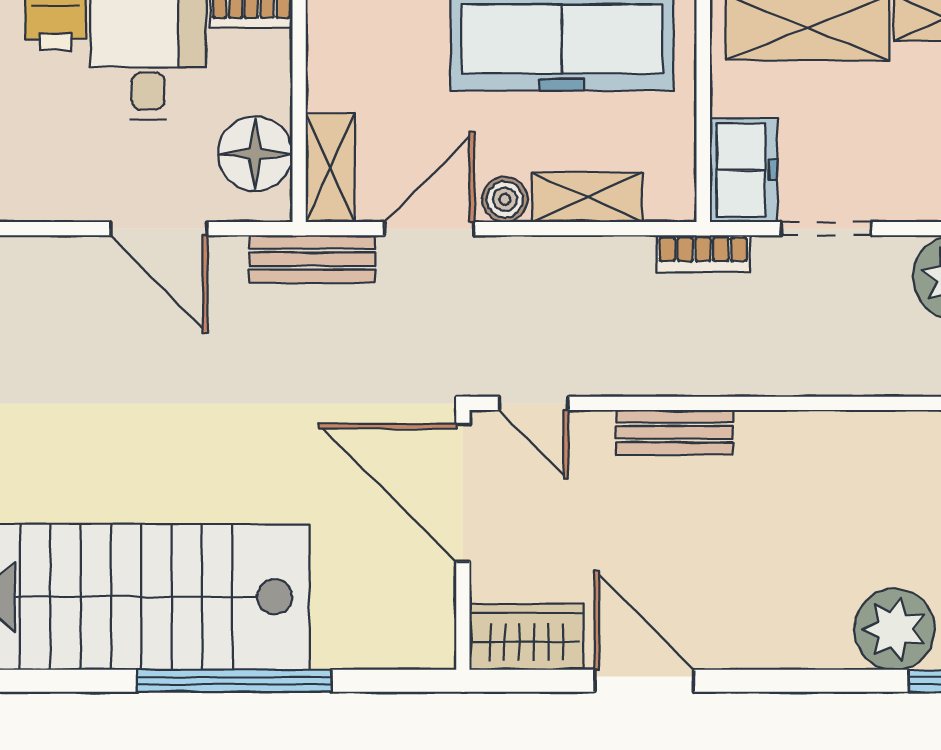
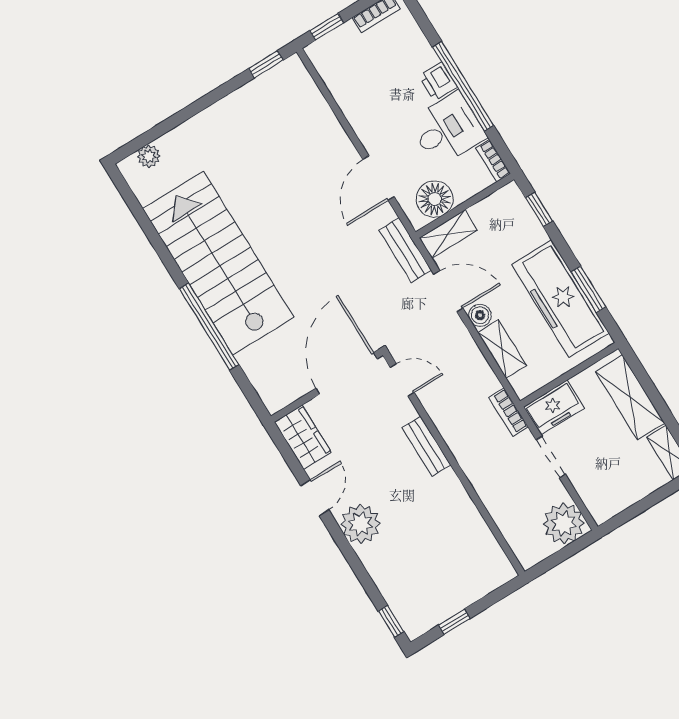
door: (534, 403) -> (402, 380), swing flipped
plant: (895, 629) -> (361, 524), moved
door: (644, 681) -> (315, 498), width x0.73

